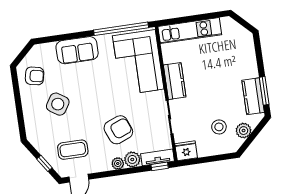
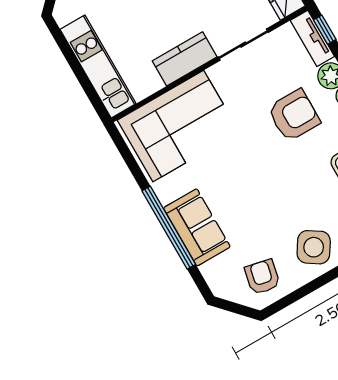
window: (121, 29) -> (169, 228), moved
side table: (58, 104) -> (314, 247), moved
armchair: (118, 130) -> (294, 115), turned 111

